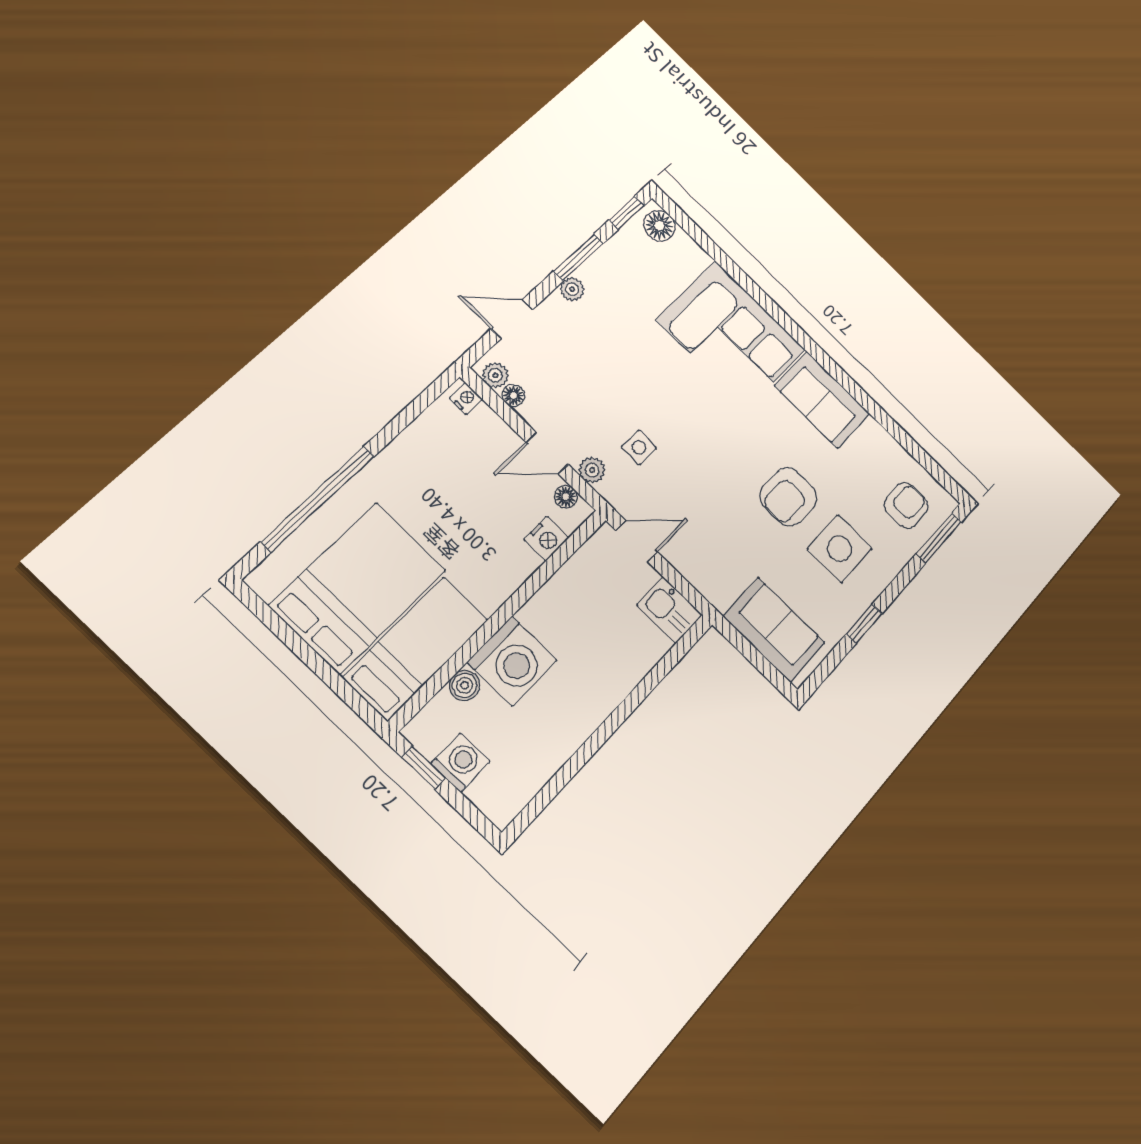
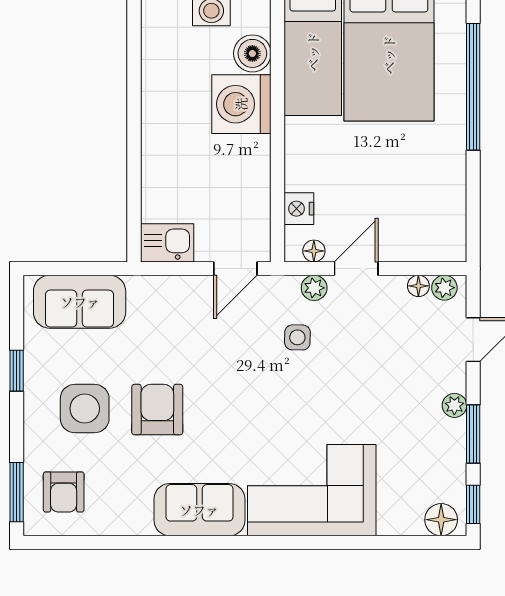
nightstand: (466, 398) -> (448, 251), removed
boiler: (465, 685) -> (252, 53), width x1.36, depth x1.36

